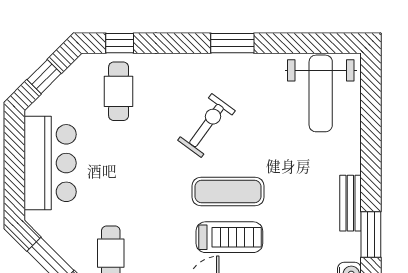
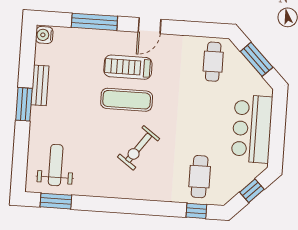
window: (232, 43) -> (56, 201), moved
weight bench: (321, 93) -> (56, 165), width x0.73, depth x0.75
window: (371, 234) -> (24, 104), moved

